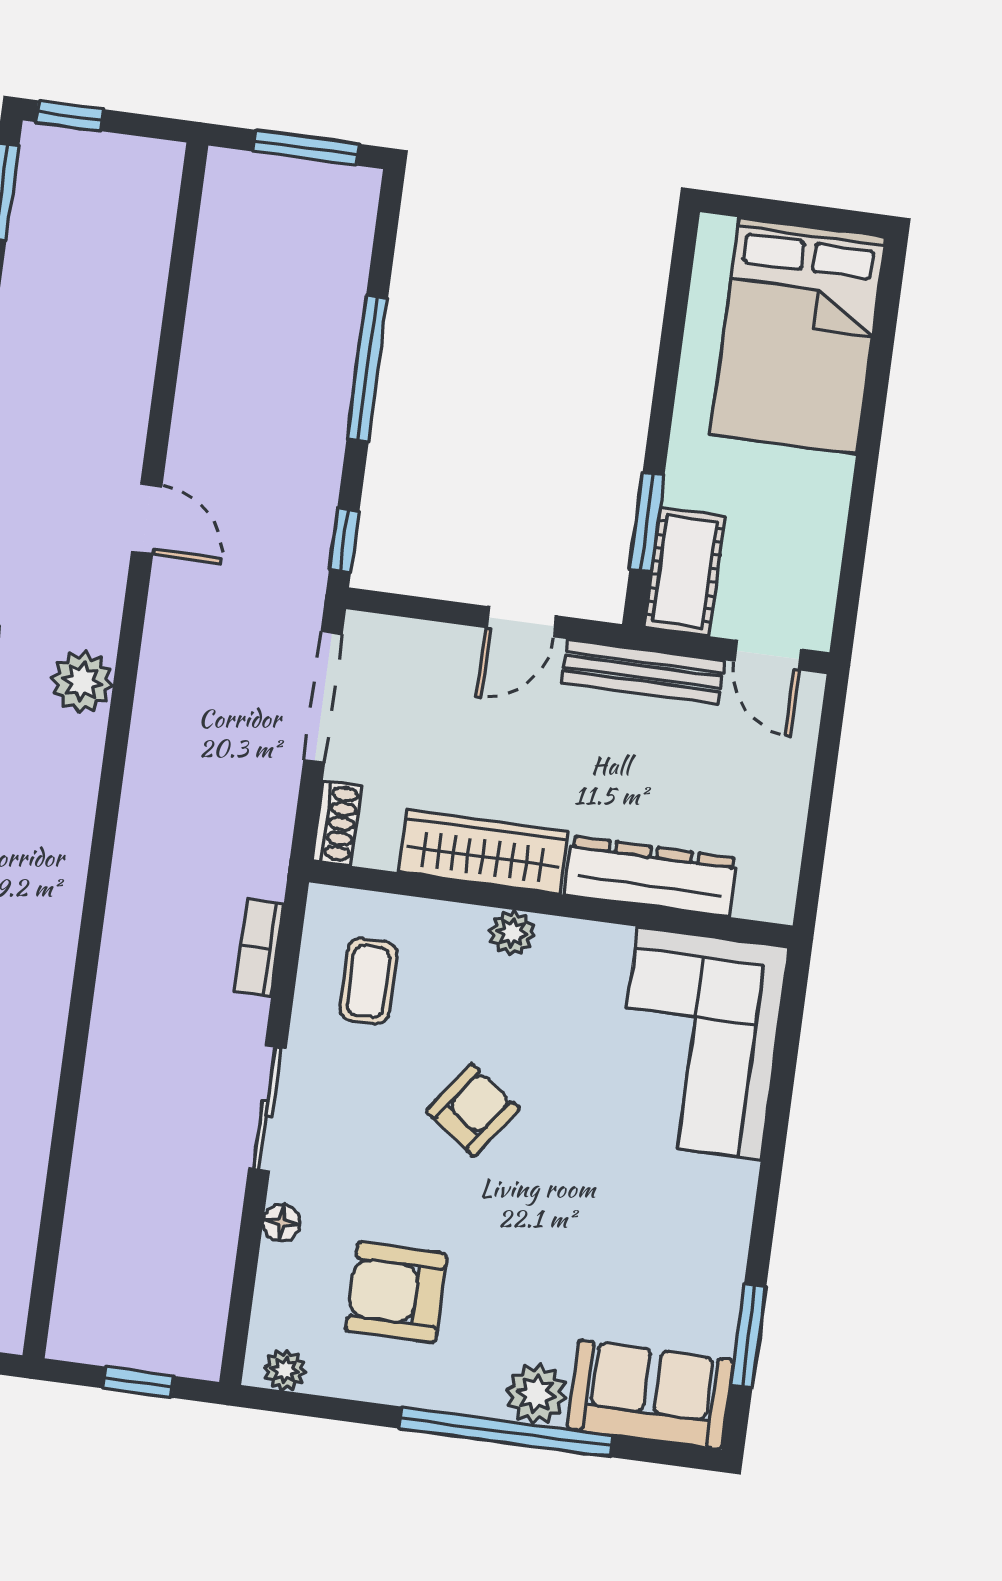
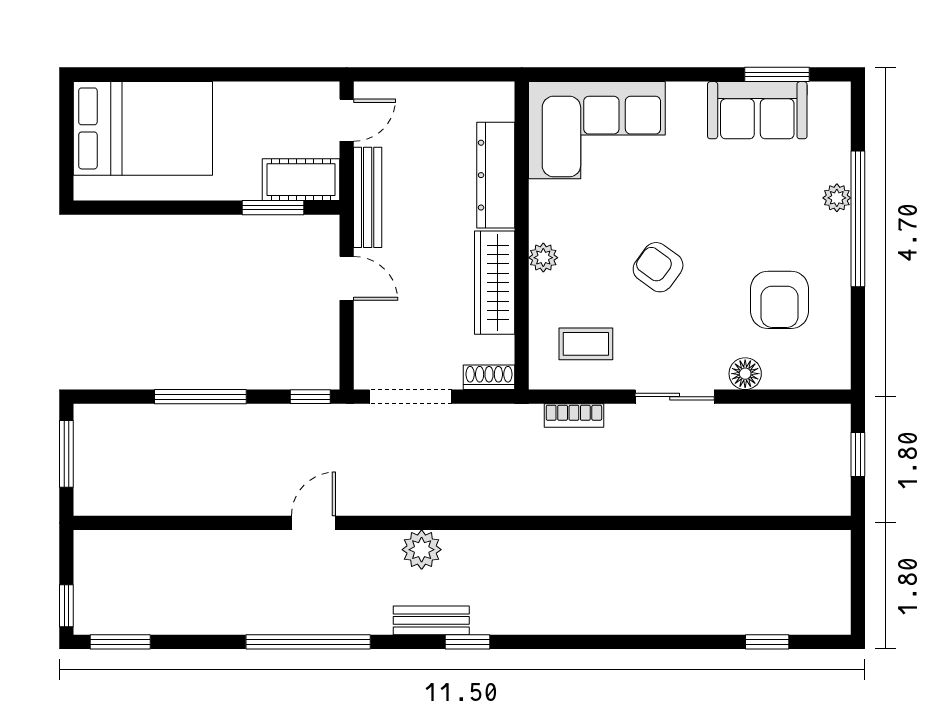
floor lamp: (282, 1222) -> (745, 374), width x1.37, depth x1.37
plant: (285, 1370) -> (838, 363), removed
plant: (536, 1394) -> (837, 198), width x0.73, depth x0.73
sofa: (650, 1395) -> (757, 110), moved, turned -90

